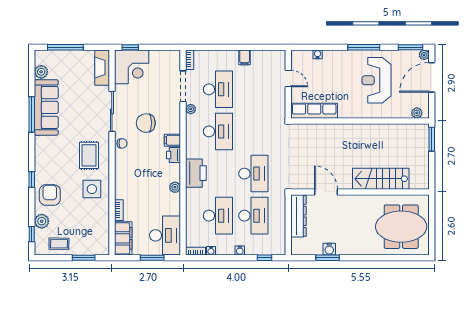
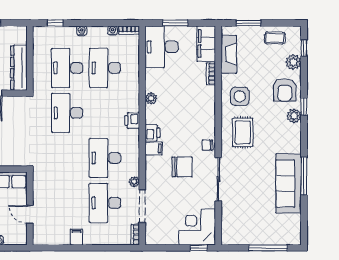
fireplace: (102, 68) -> (229, 54), moved
plant: (41, 72) -> (294, 116), moved
printer: (196, 173) -> (132, 120), width x0.53, depth x0.68

